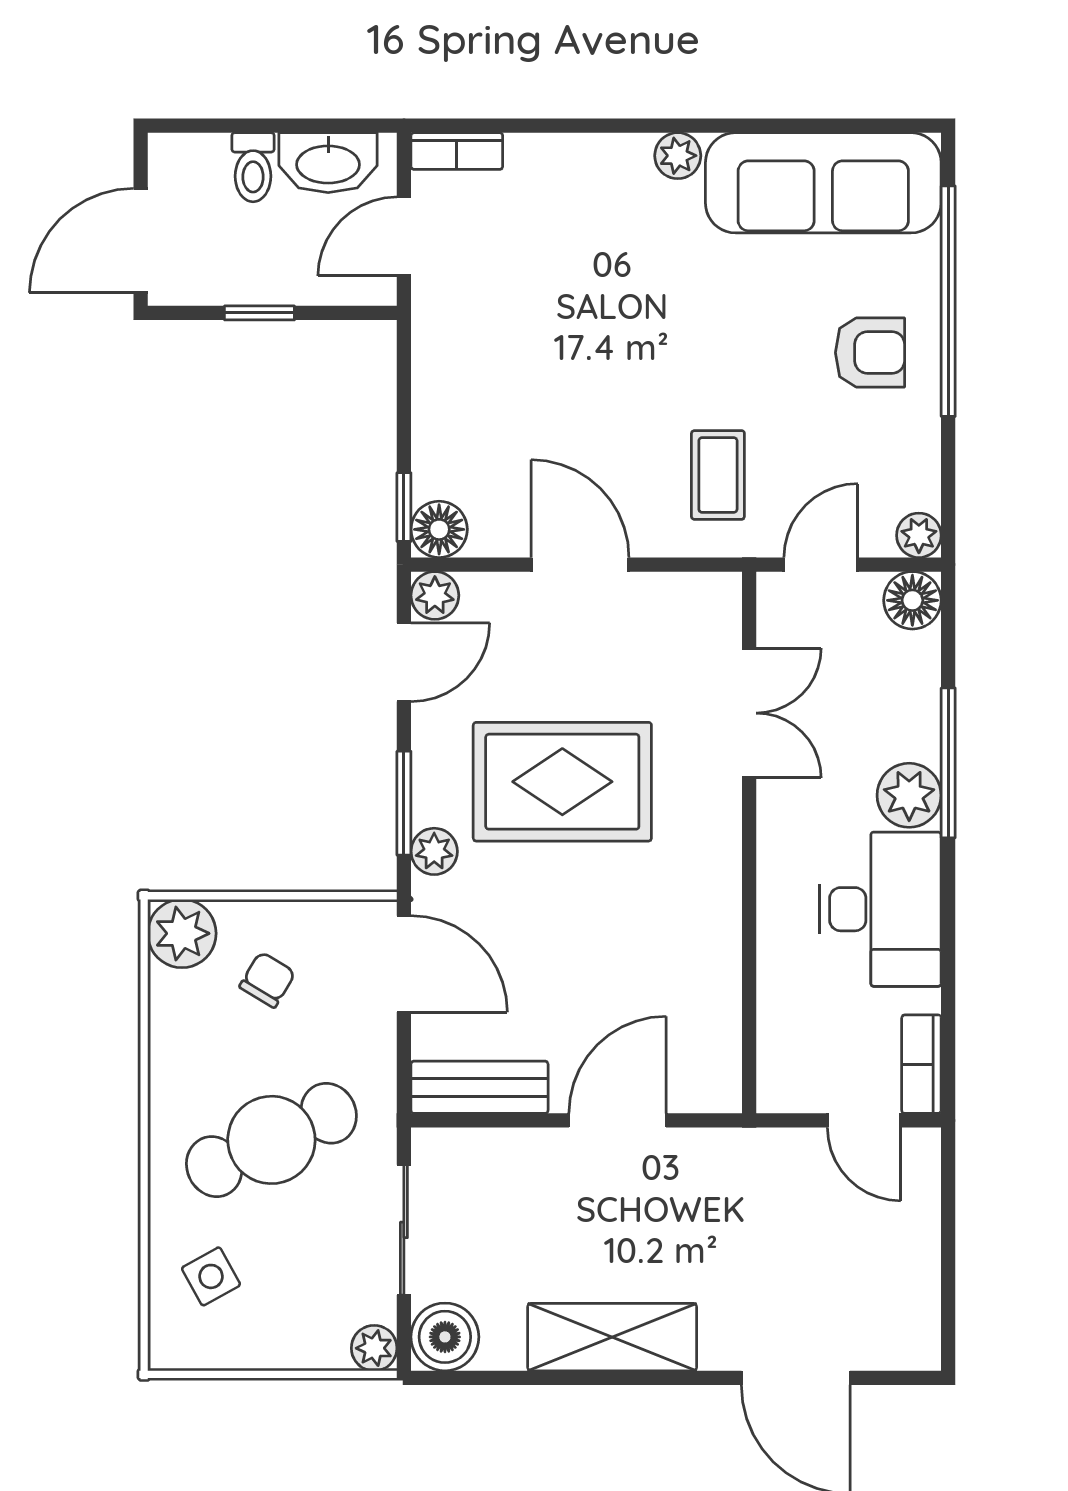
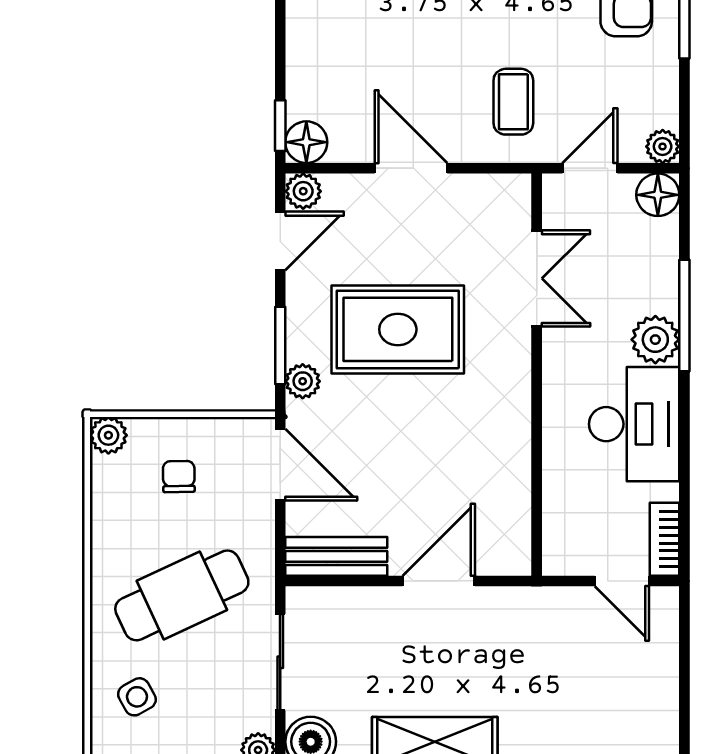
plant: (182, 933) -> (108, 435), width x0.73, depth x0.73
chair: (267, 980) -> (179, 476), turned -32

